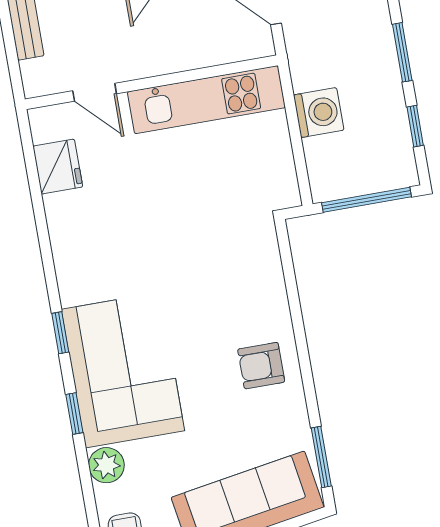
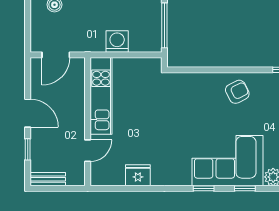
fridge: (58, 167) -> (138, 175), moved
armchair: (261, 366) -> (237, 92), turned -117

